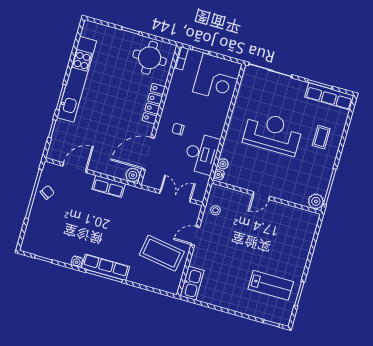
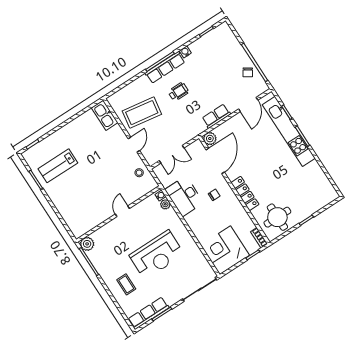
kitchen unit: (77, 79) -> (289, 131), moved
wheelchair: (116, 237) -> (178, 92), added

